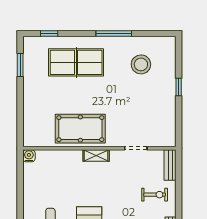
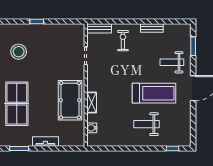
tv unit: (29, 98) -> (45, 141), added
water cooler: (29, 156) -> (92, 128), moved
shelving: (96, 156) -> (92, 103), moved

